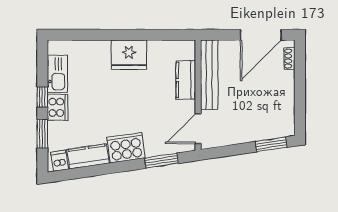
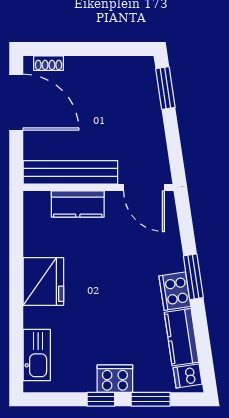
kitchen sink: (57, 74) -> (37, 355), moved, turned 90
cooker: (126, 148) -> (175, 291), width x0.73, depth x0.76
window: (162, 161) -> (193, 277), moved

